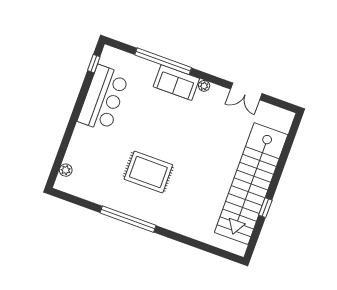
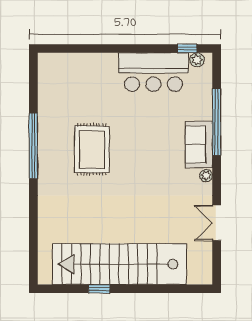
plant: (66, 170) -> (197, 60), moved

